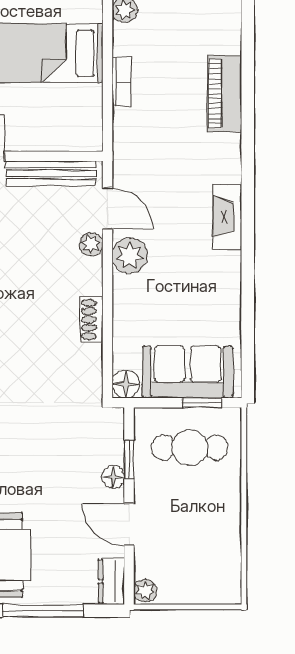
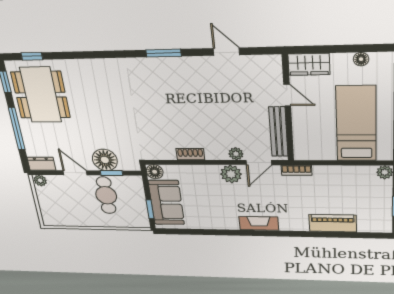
bookcase: (122, 82) -> (296, 170), moved
cafe table: (190, 448) -> (106, 195), moved
floor lamp: (113, 477) -> (105, 160), width x1.89, depth x1.89
door: (129, 524) -> (75, 173), hinge flipped

